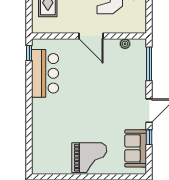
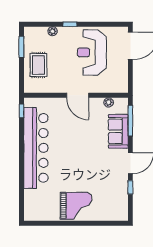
bar counter: (45, 73) -> (36, 148), width x1.86
sofa: (136, 148) -> (118, 131), moved

